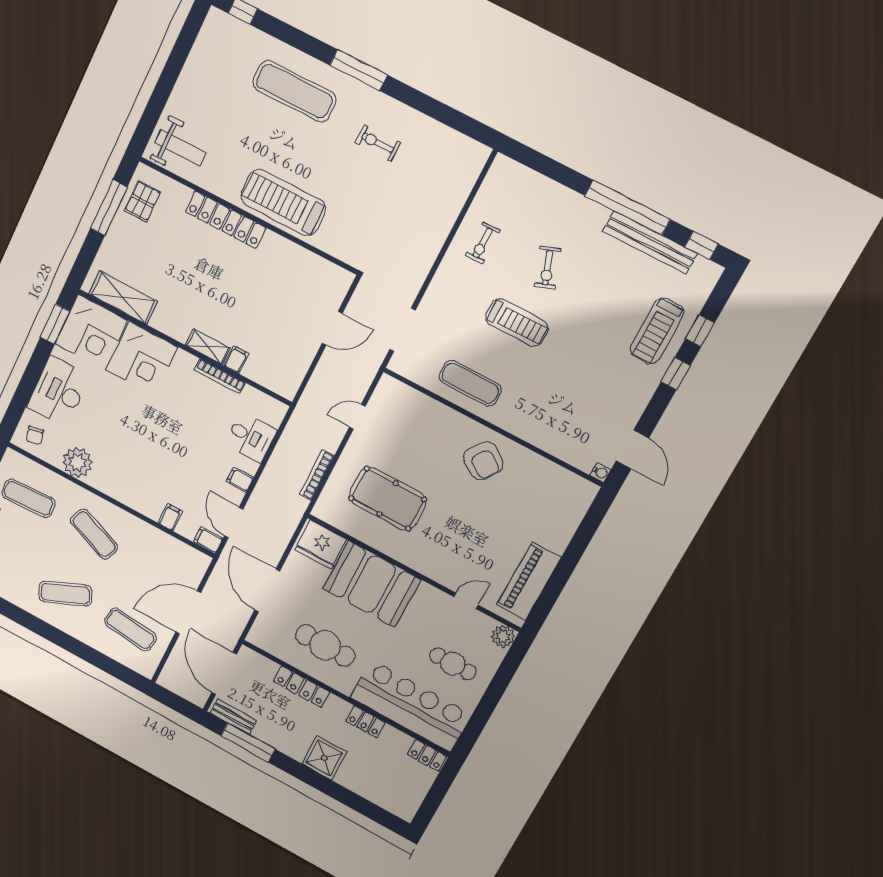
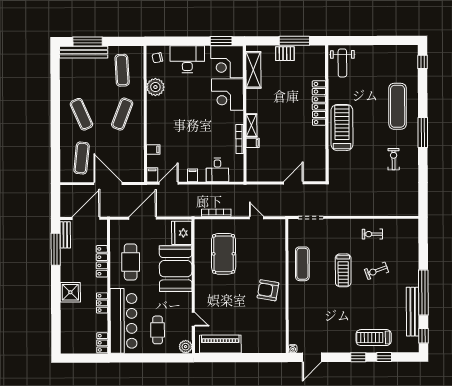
pallet: (143, 201) -> (285, 54), moved
door: (332, 328) -> (293, 183), swing flipped
armchair: (483, 461) -> (268, 290), turned 64

